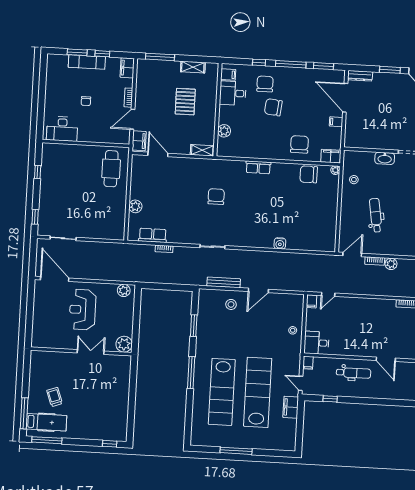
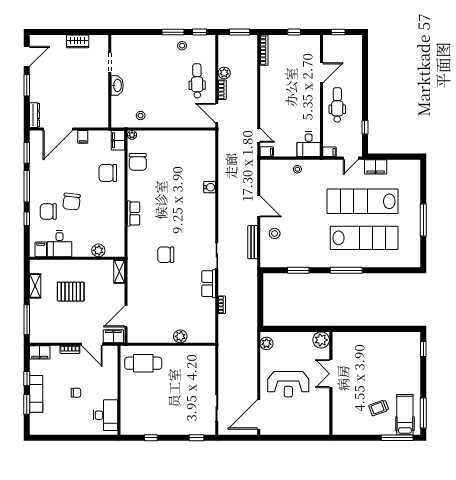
dental chair: (376, 215) -> (197, 81), moved, turned 98
row of seats: (153, 235) -> (209, 284), moved

